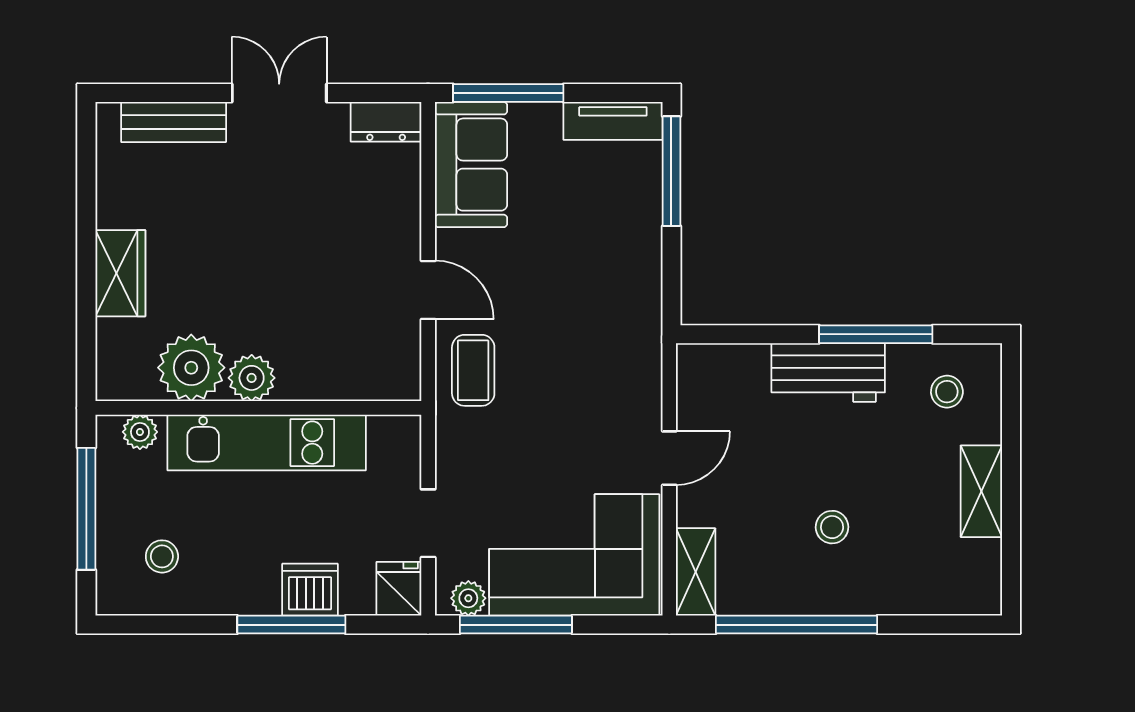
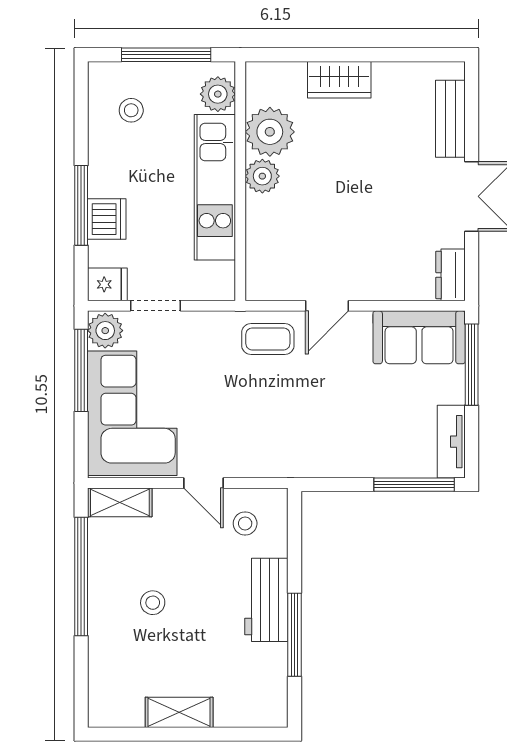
stool: (947, 392) -> (245, 523), moved
plant: (140, 432) -> (218, 94), width x1.38, depth x1.38
plant: (468, 598) -> (105, 331), width x1.38, depth x1.38

